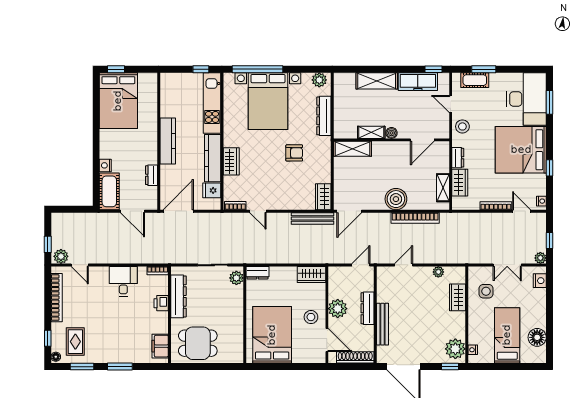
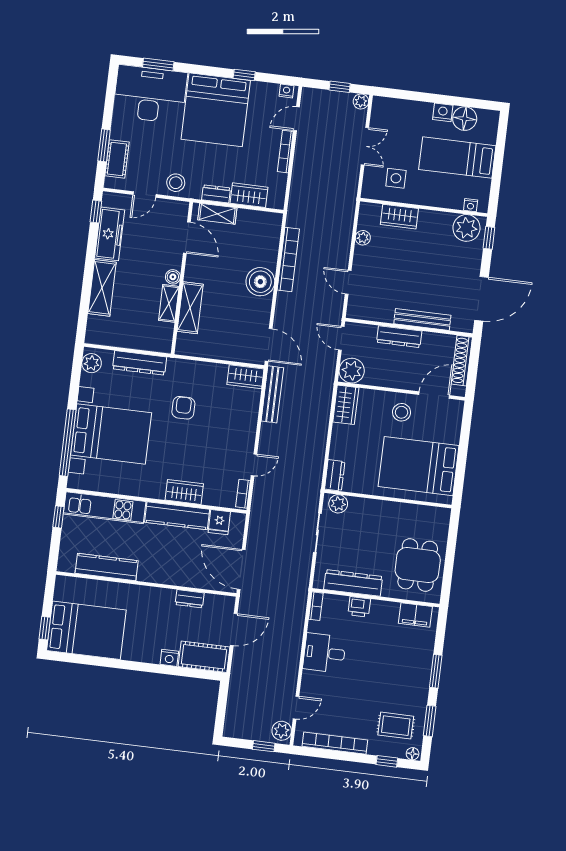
kitchen counter: (168, 141) -> (107, 567), moved
shelving: (353, 149) -> (190, 308), moved
shelving: (443, 188) -> (217, 214), moved
nightstand: (540, 281) -> (443, 112), moved
plant: (338, 309) -> (352, 371), moved

